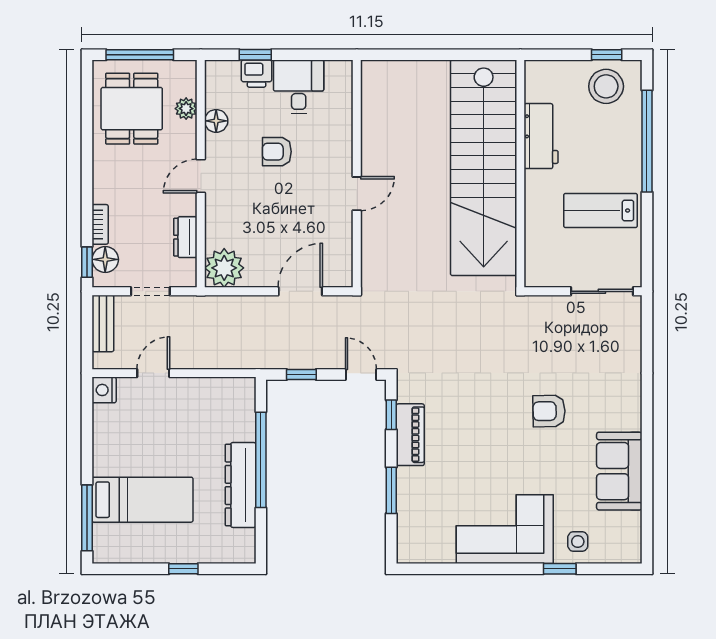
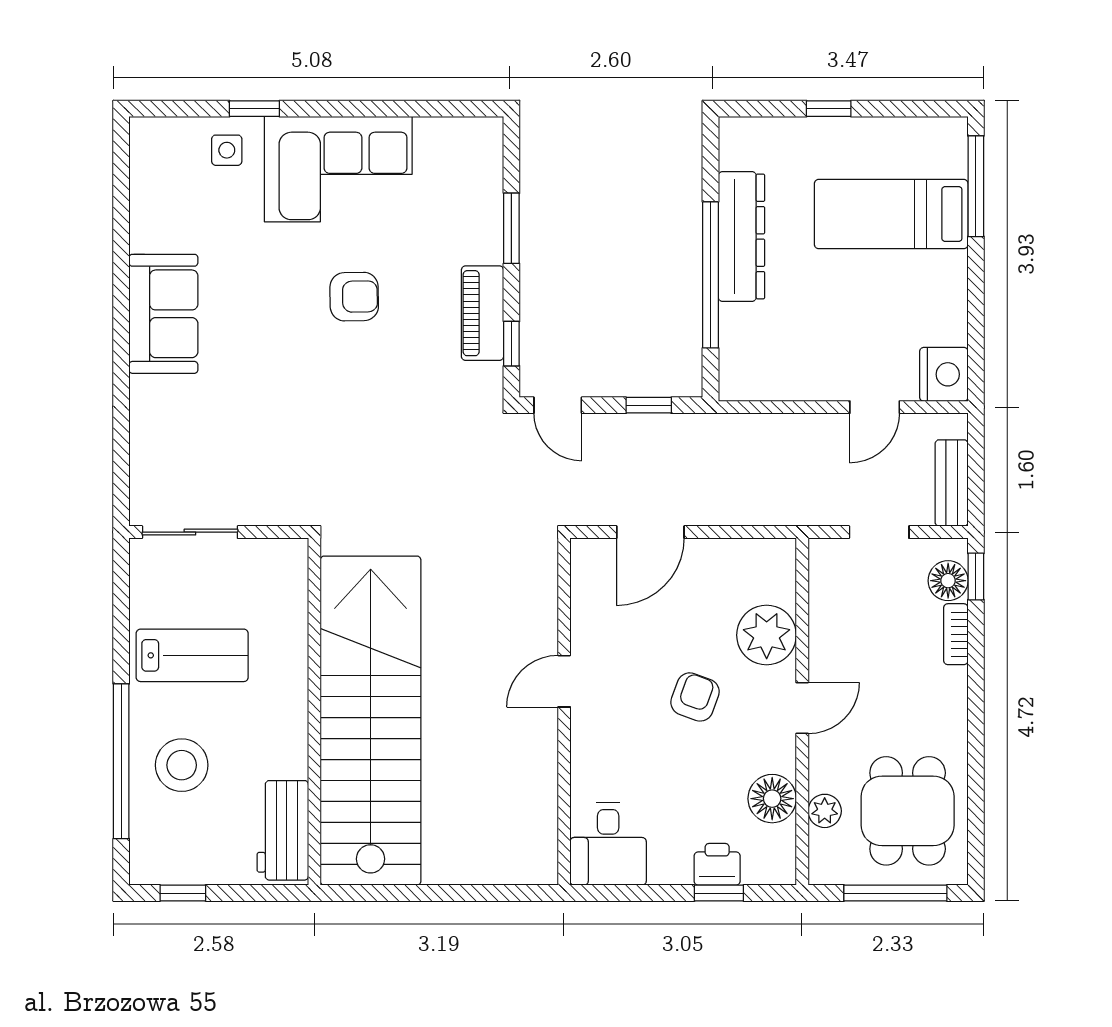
stool: (606, 86) -> (182, 765), moved
desk: (299, 87) -> (608, 844), moved
floor lamp: (216, 121) -> (772, 799), width x1.38, depth x1.38
workbench: (541, 136) -> (283, 830), moved
armchair: (277, 152) -> (695, 697), moved, turned -70
dresser: (185, 237) -> (826, 615), removed
plant: (224, 268) -> (767, 635), moved
nightstand: (104, 390) -> (944, 374), width x1.36, depth x1.33
armchair: (549, 411) -> (354, 297), moved
sofa: (619, 471) -> (163, 314), moved

